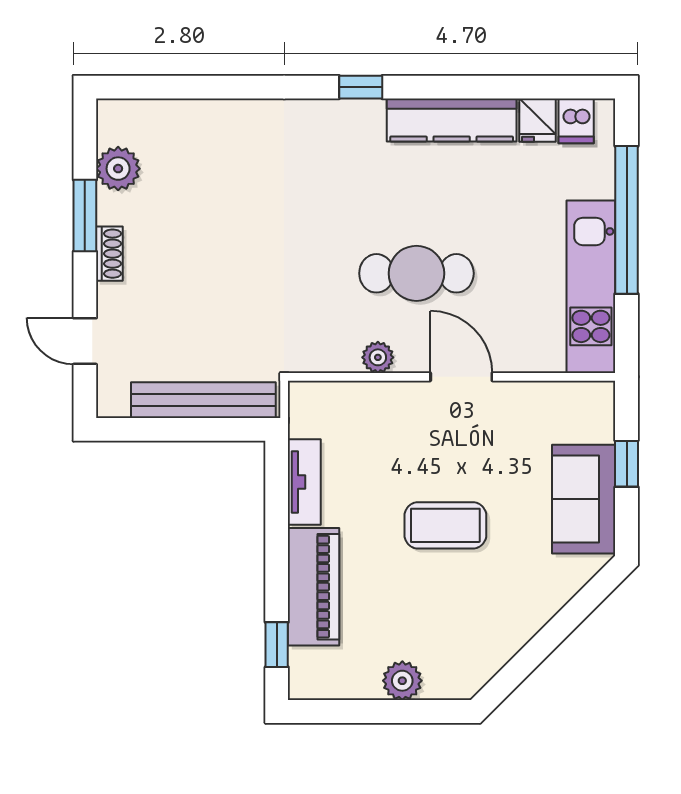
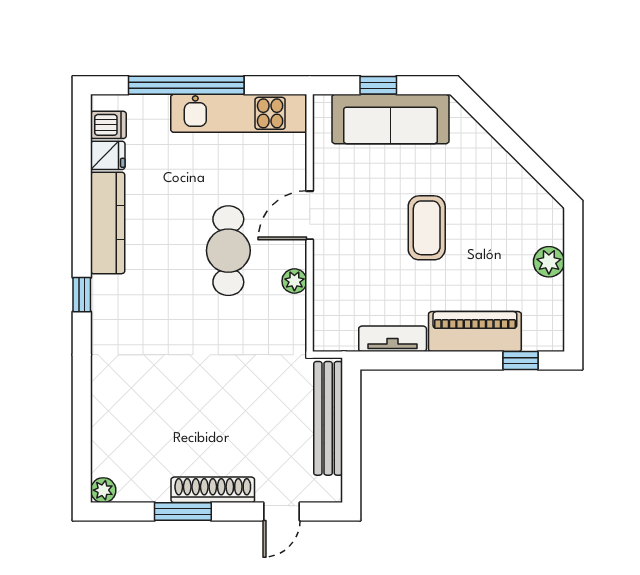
plant: (118, 169) -> (103, 490), moved, width x0.73, depth x0.73
shoe rack: (109, 254) -> (213, 490), width x1.94, depth x1.24
sofa: (584, 499) -> (390, 119), width x1.36

